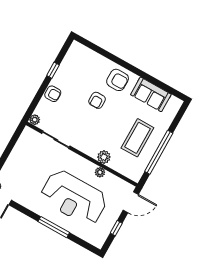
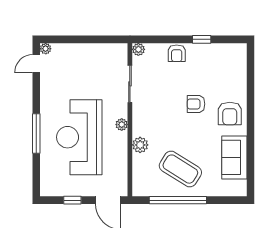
coffee table: (137, 138) -> (180, 169), turned 32
plant: (100, 172) -> (122, 125), moved

